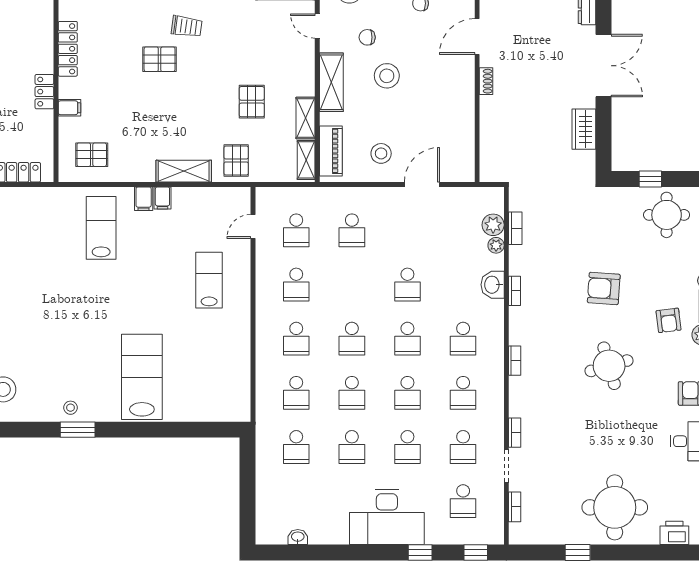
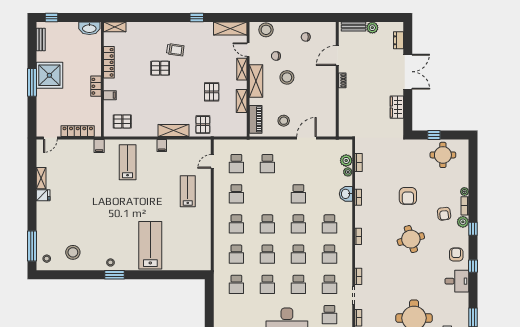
shelving: (306, 160) -> (242, 69), moved
filing cabinet: (144, 199) -> (99, 146), moved
armchair: (604, 288) -> (408, 196), turned -94

